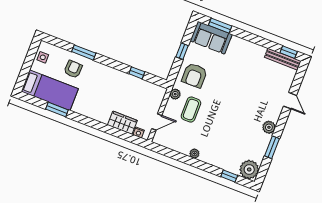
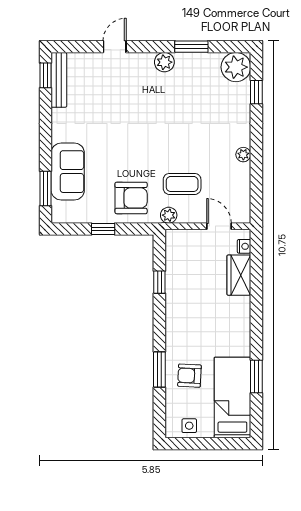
sofa: (211, 38) -> (68, 172), moved

